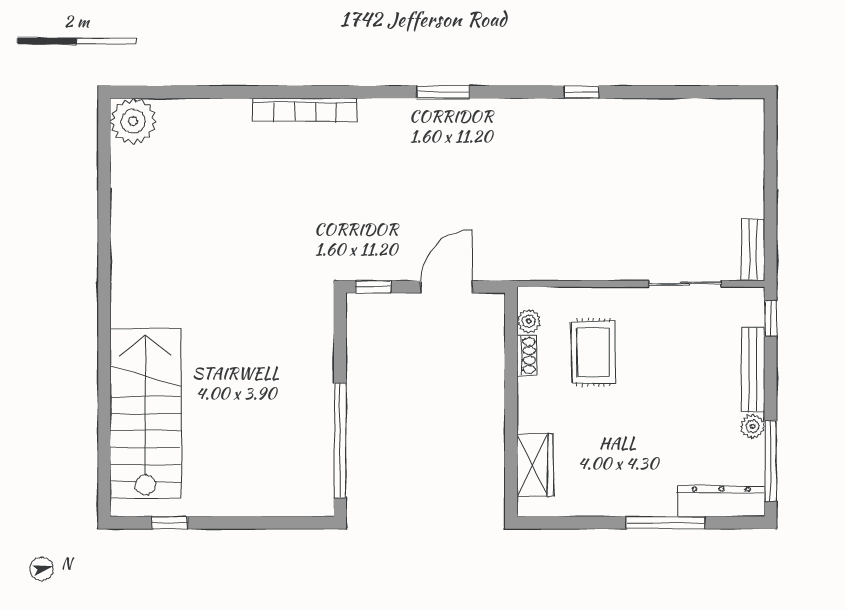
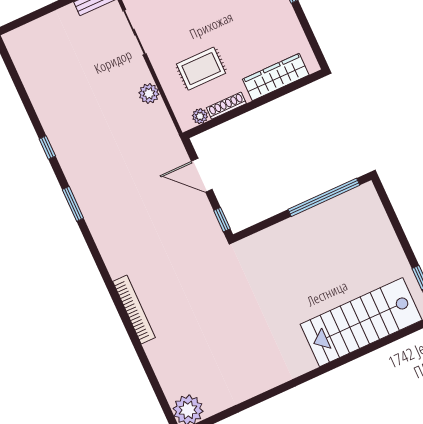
window: (443, 92) -> (73, 204), moved
plant: (592, 265) -> (149, 94), added
shoe rack: (527, 355) -> (226, 106), width x1.43
wardrobe: (535, 465) -> (276, 77), width x1.50

